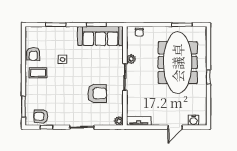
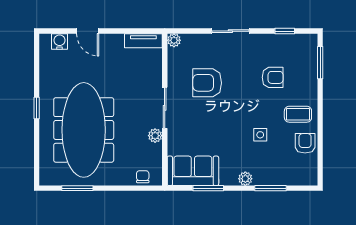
plant: (72, 31) -> (245, 179), added
sofa: (100, 36) -> (193, 171), width x0.73
armchair: (41, 116) -> (273, 77), moved
door: (175, 127) -> (88, 31), swing flipped

